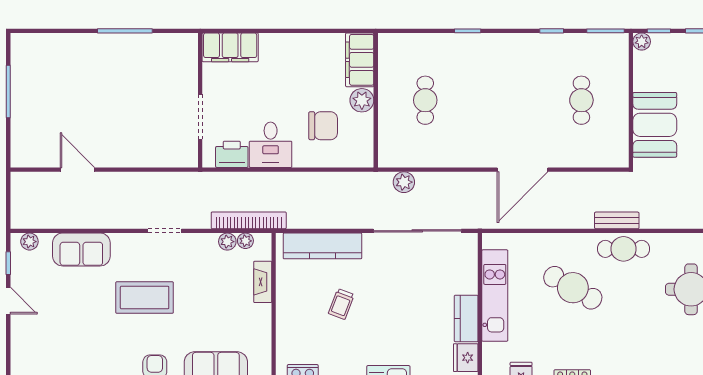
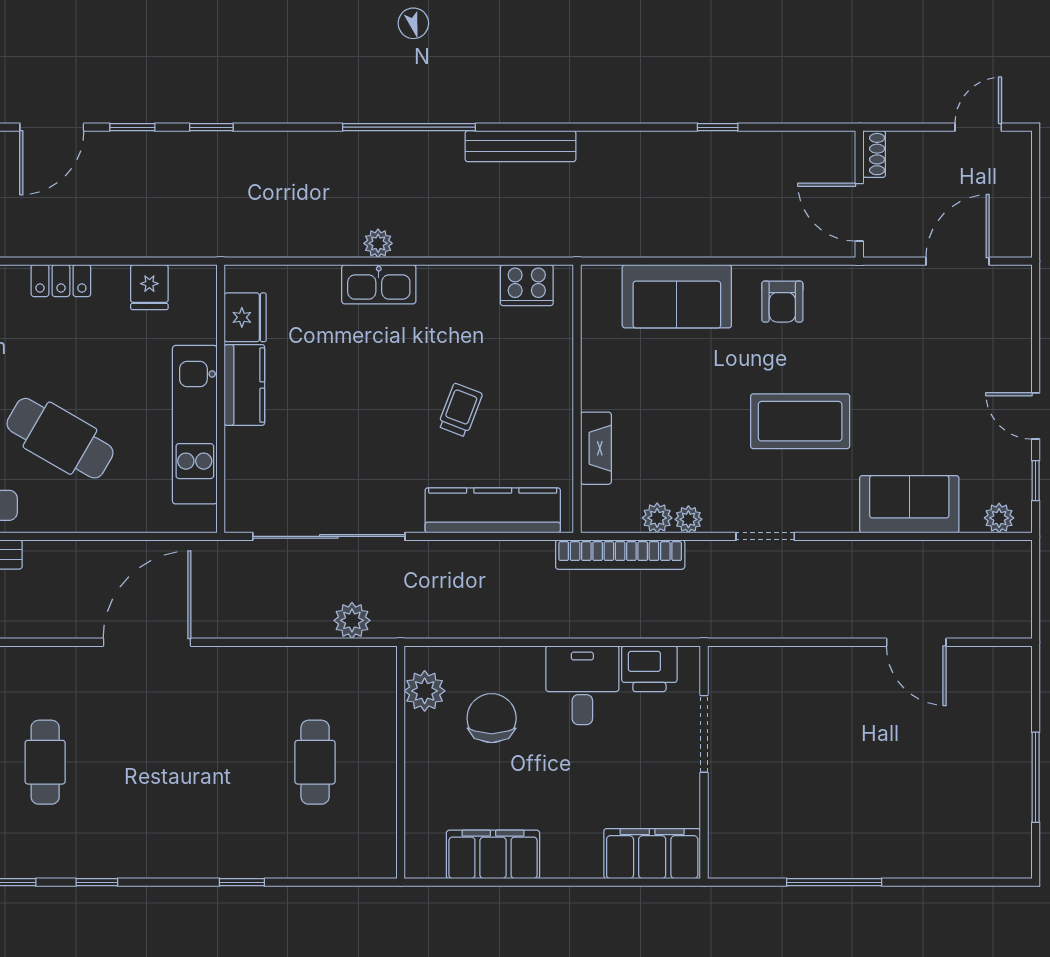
filing cabinet: (360, 60) -> (493, 854), moved, turned -90
plant: (362, 100) -> (425, 691), moved
chair: (323, 126) -> (492, 718), turned 90
plant: (245, 241) -> (688, 519), moved

